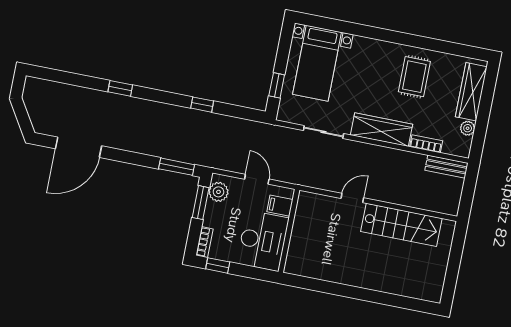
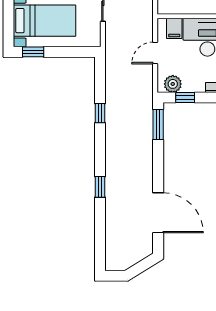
window: (277, 85) -> (33, 52), moved
window: (201, 203) -> (185, 98), width x0.67

